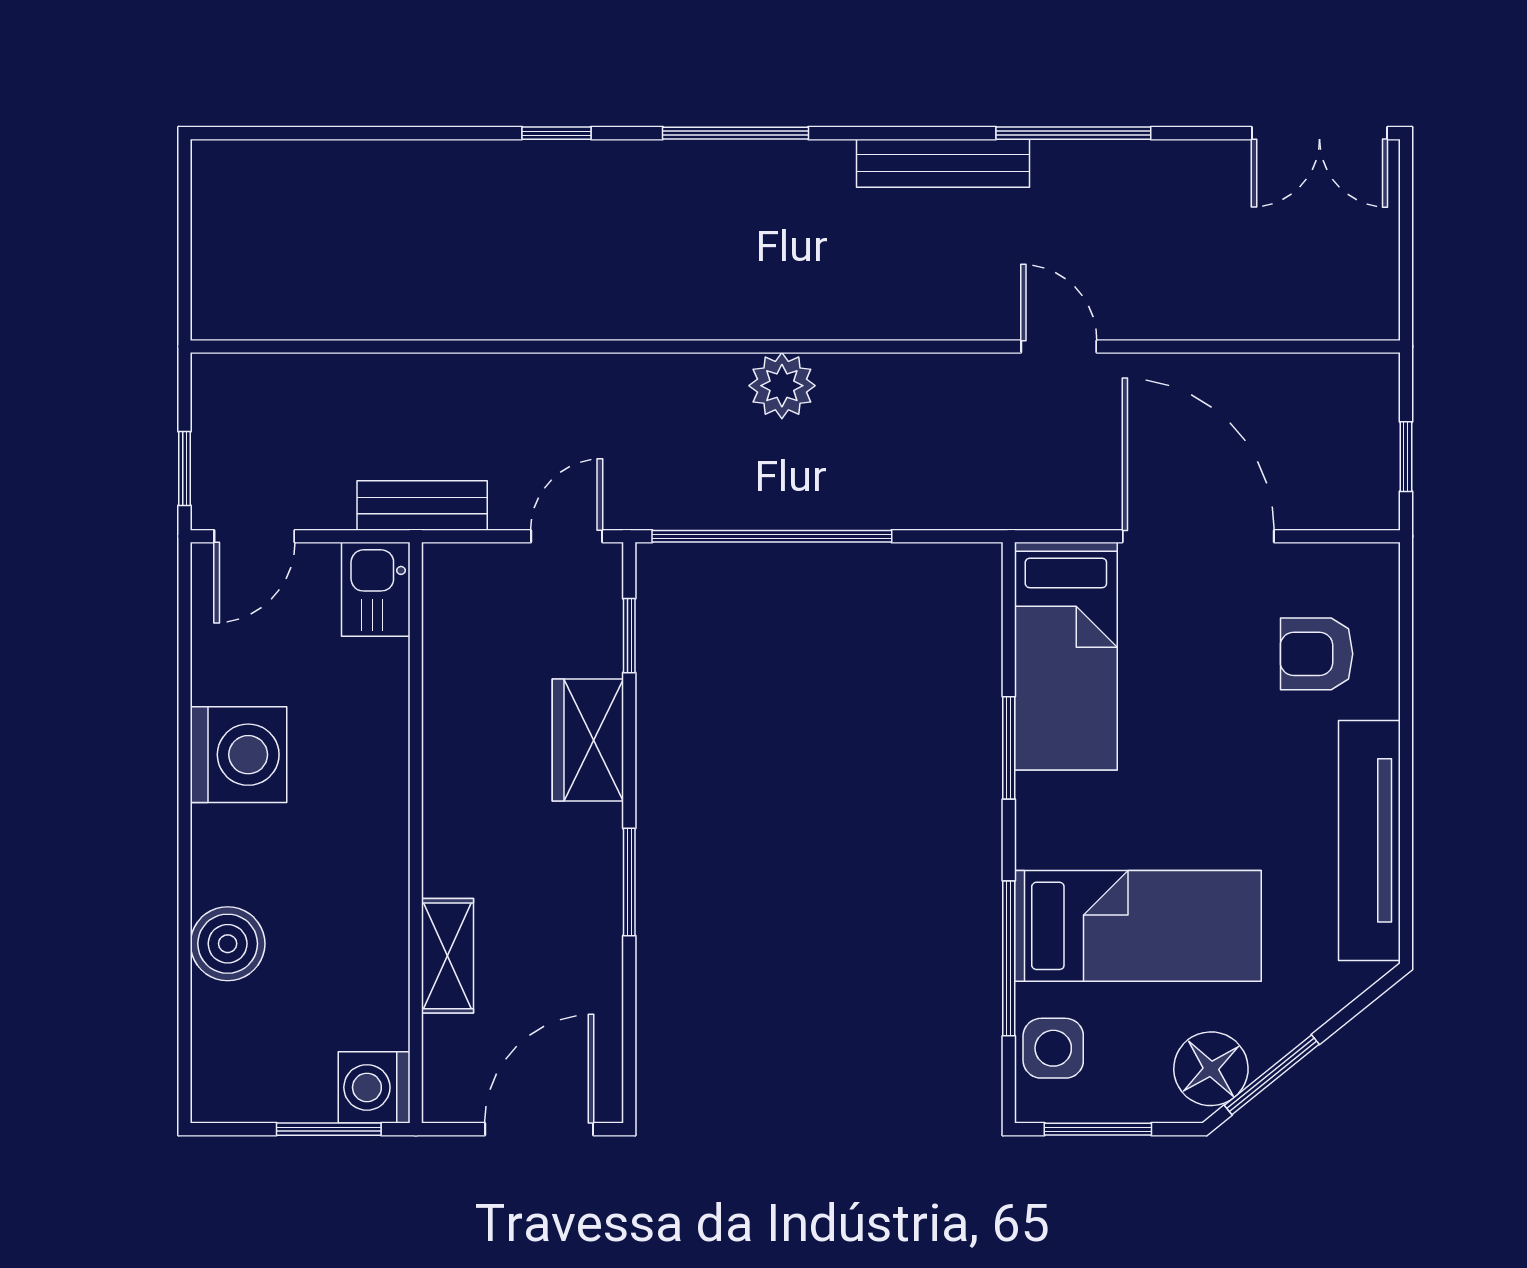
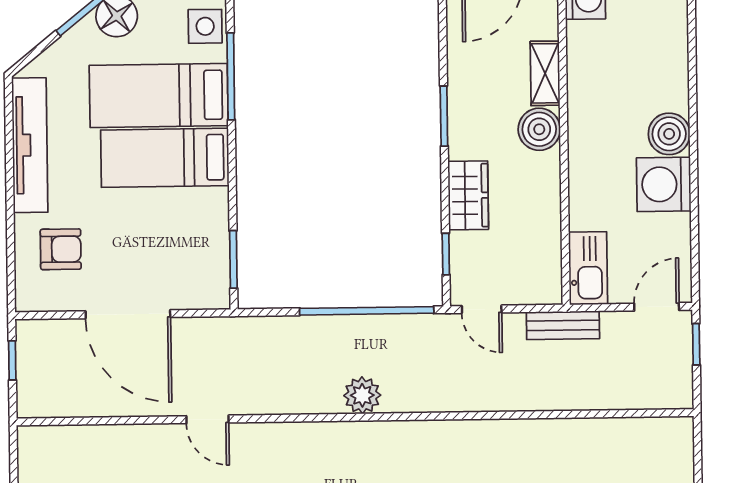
door: (567, 536) -> (482, 309), hinge flipped
kitchen sink: (376, 589) -> (588, 268), width x1.38
bed: (1066, 656) -> (165, 158), moved, turned -90
window: (1009, 748) -> (233, 259), moved
boiler: (459, 856) -> (539, 129), added
boiler: (228, 944) -> (669, 134), moved

